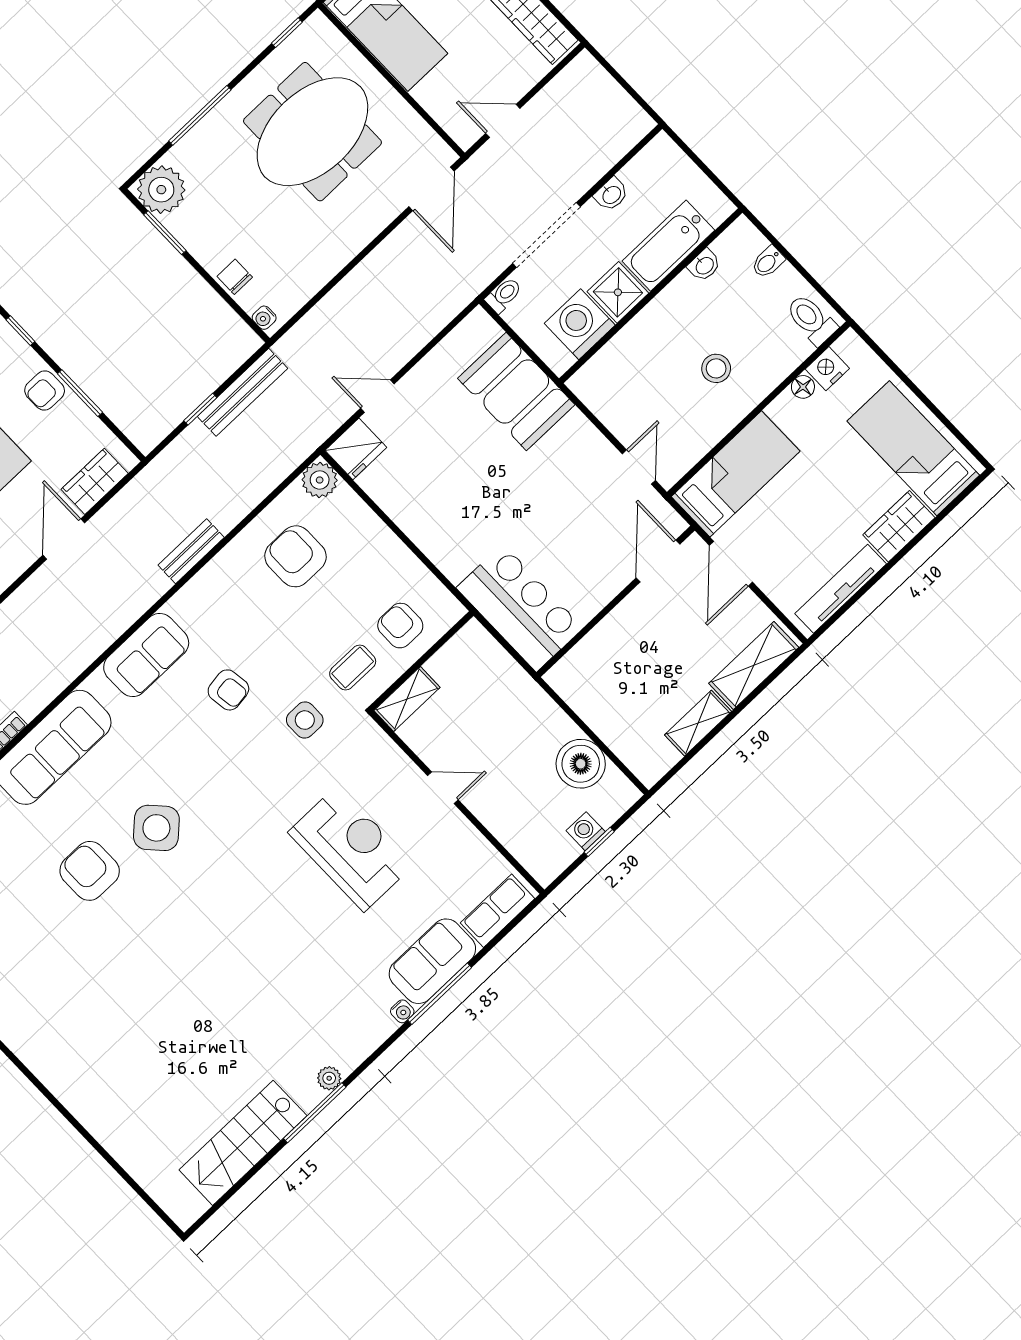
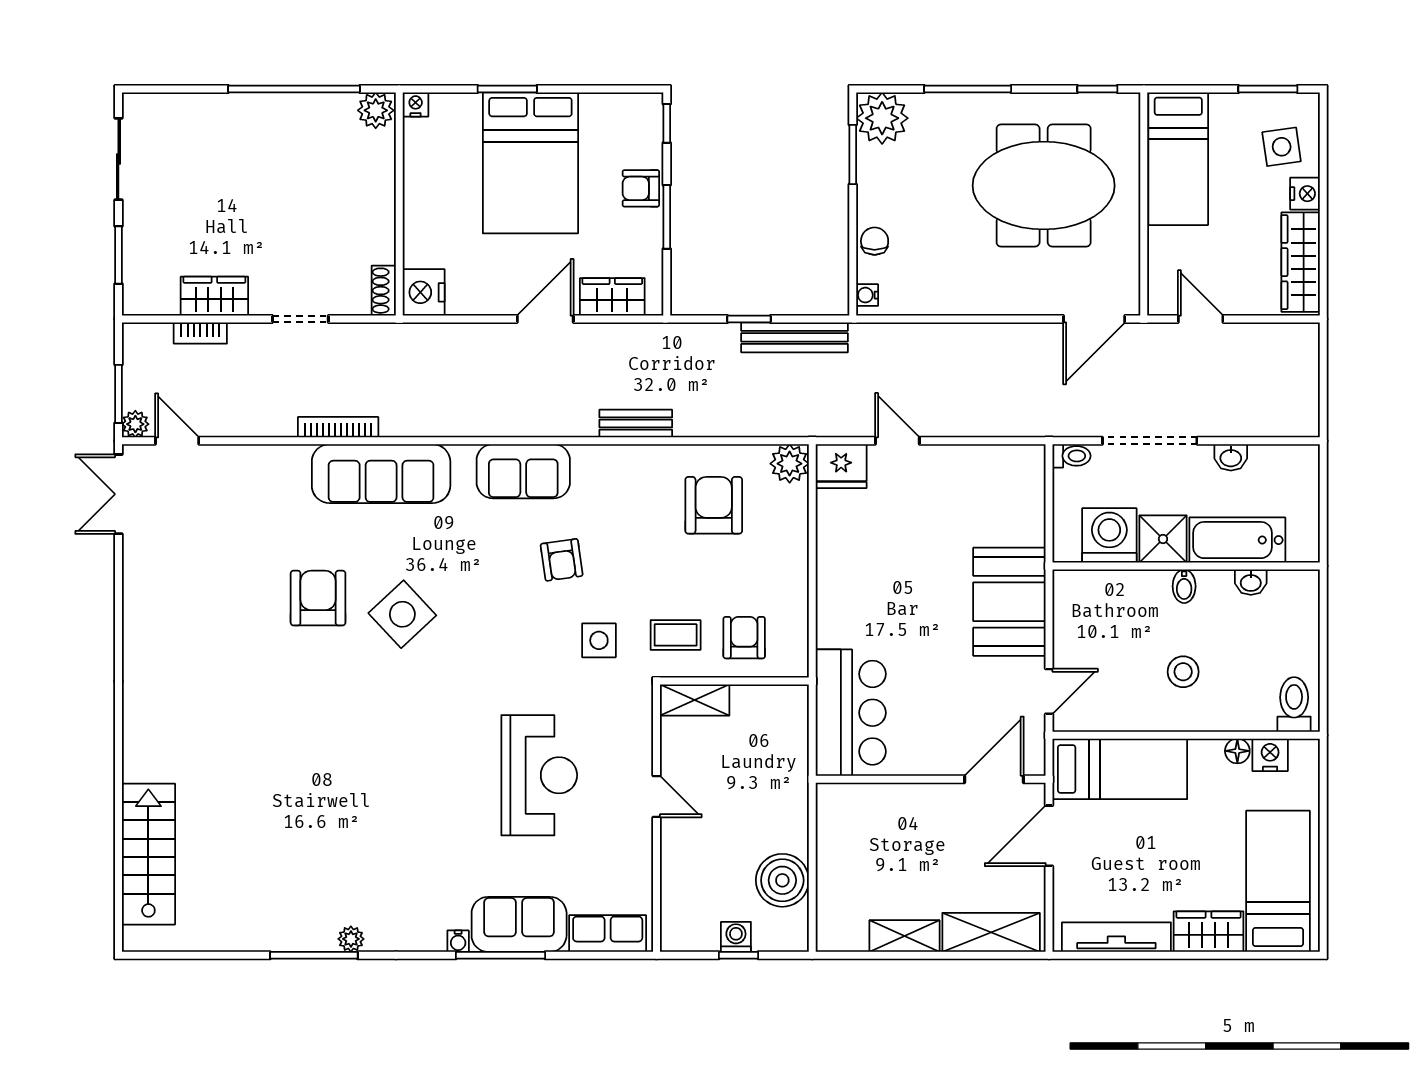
bidet: (768, 262) -> (1184, 586), moved, turned -90
booth: (516, 392) -> (1009, 602), moved
stairs: (243, 1143) -> (148, 854), moved, turned 90

